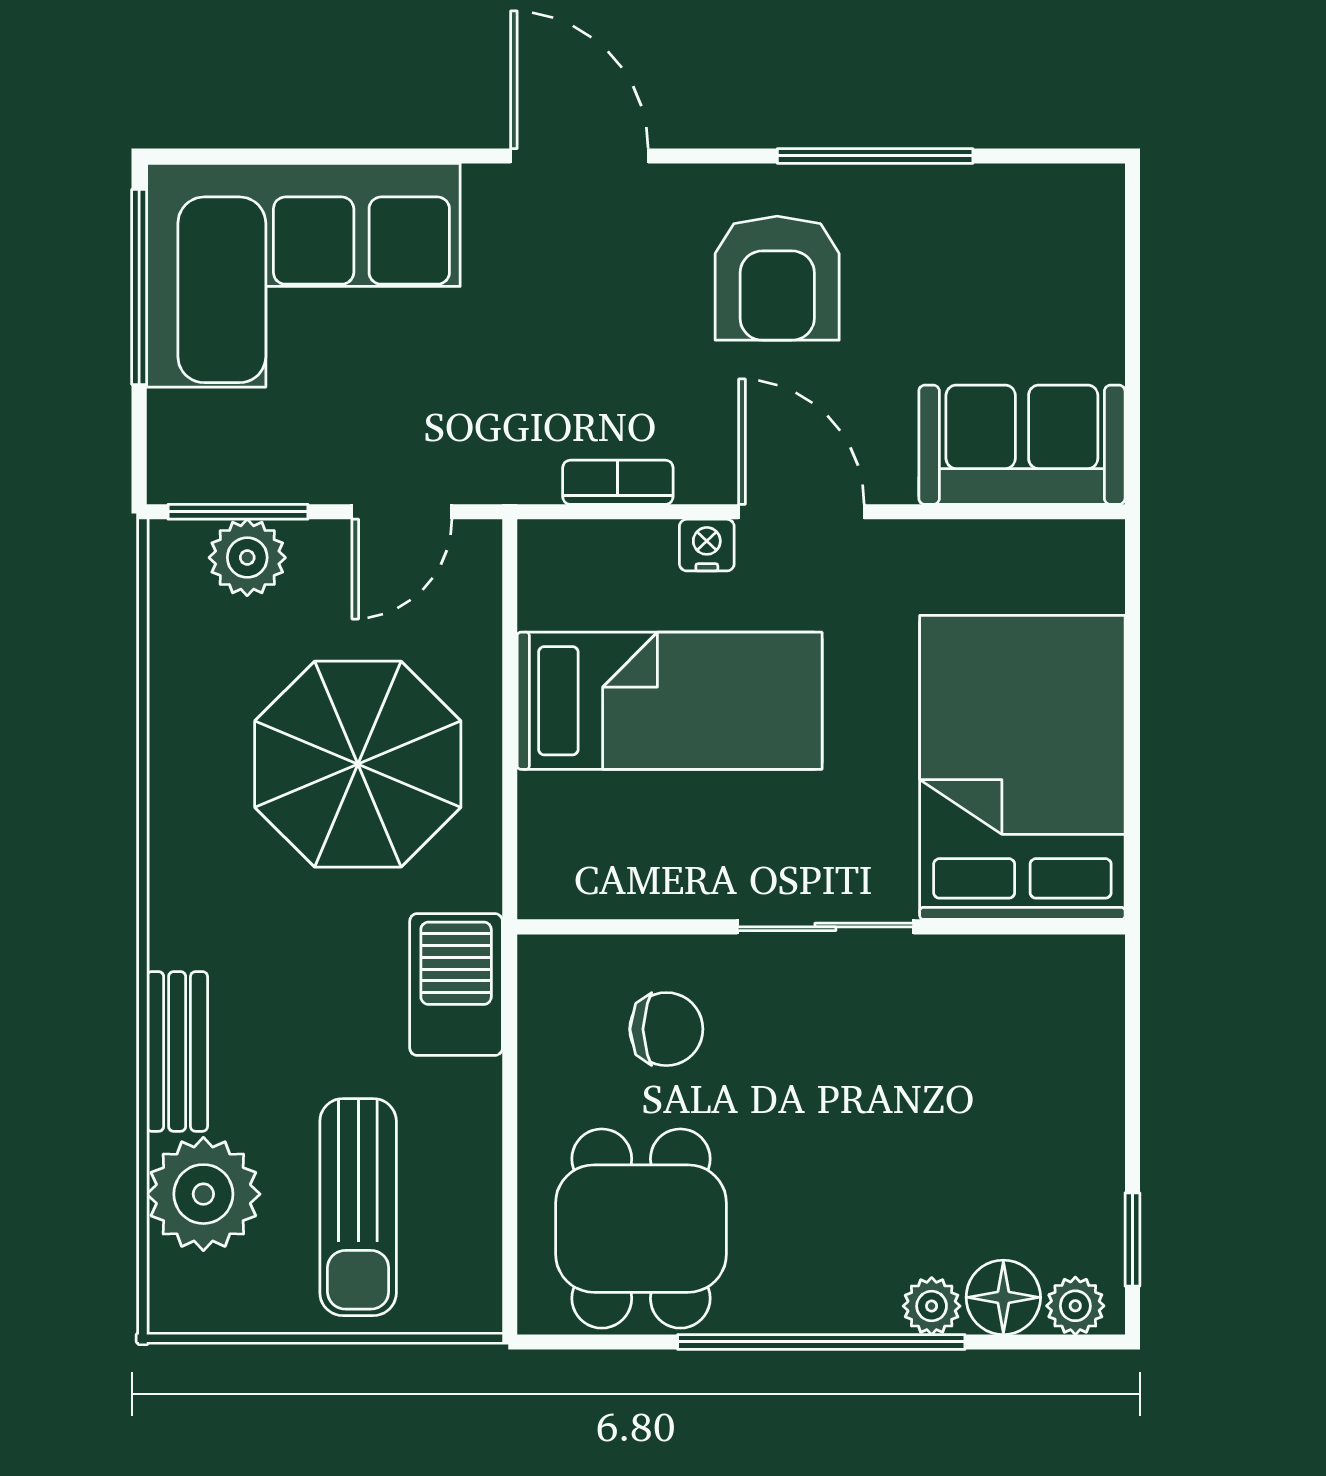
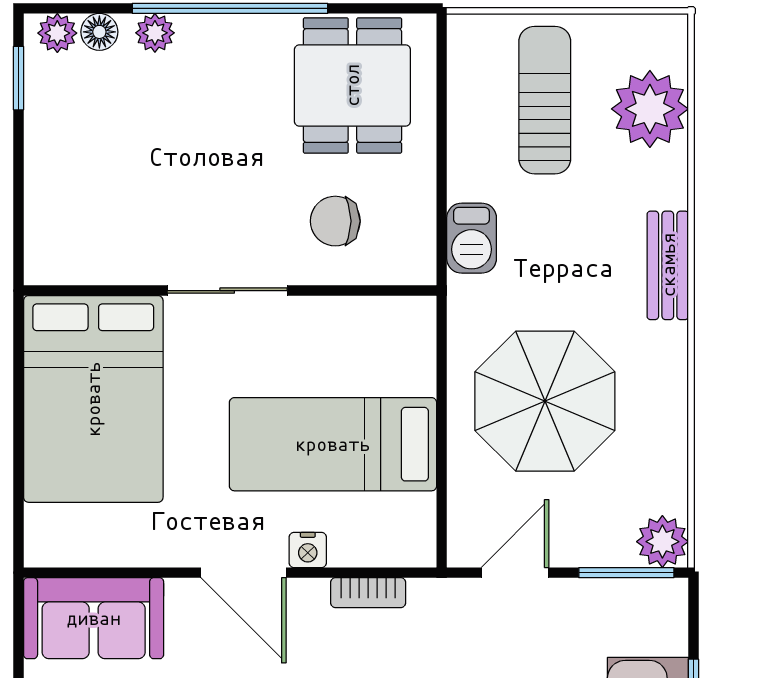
plant: (247, 558) -> (662, 542), moved
barbecue: (456, 985) -> (472, 238), width x0.73, depth x0.79
bench: (177, 1051) -> (668, 265), moved
floor lamp: (1003, 1297) -> (99, 32), width x0.73, depth x0.73

